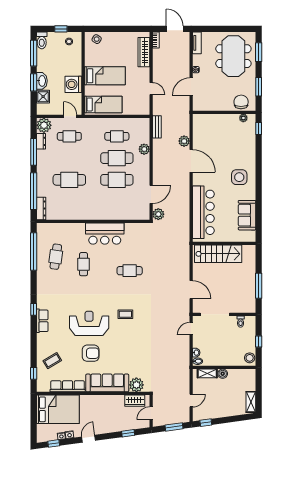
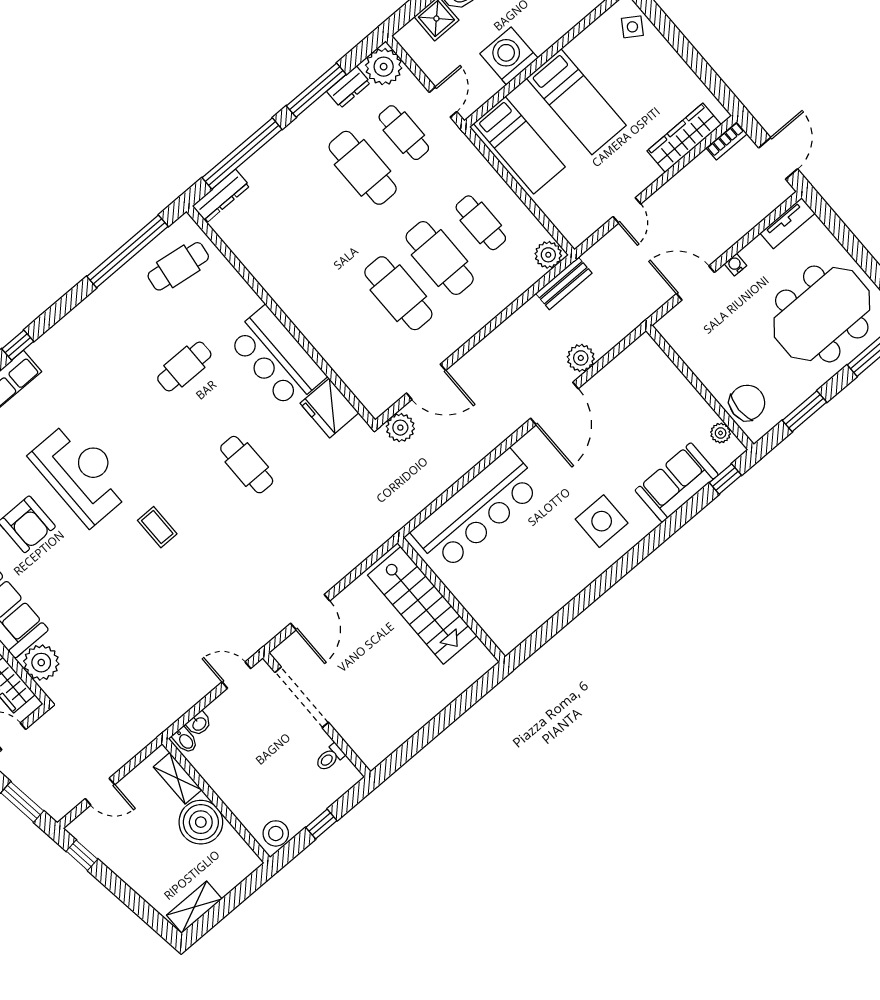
plant: (144, 149) -> (548, 255), moved
cafe table: (69, 180) -> (363, 168), moved
sofa: (247, 215) -> (677, 482), moved
fridge: (134, 231) -> (329, 408), added
cafe table: (56, 257) -> (178, 266), moved
window: (259, 286) -> (427, 734), removed
boiler: (223, 374) -> (201, 822), width x1.86, depth x1.86

